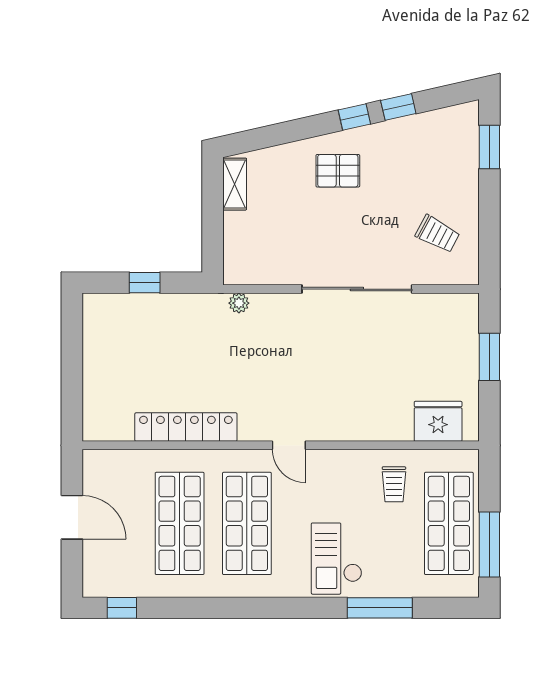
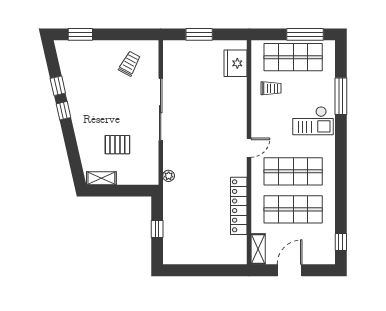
pallet: (338, 171) -> (117, 145), moved, turned 90
shelving: (109, 461) -> (258, 249), added

